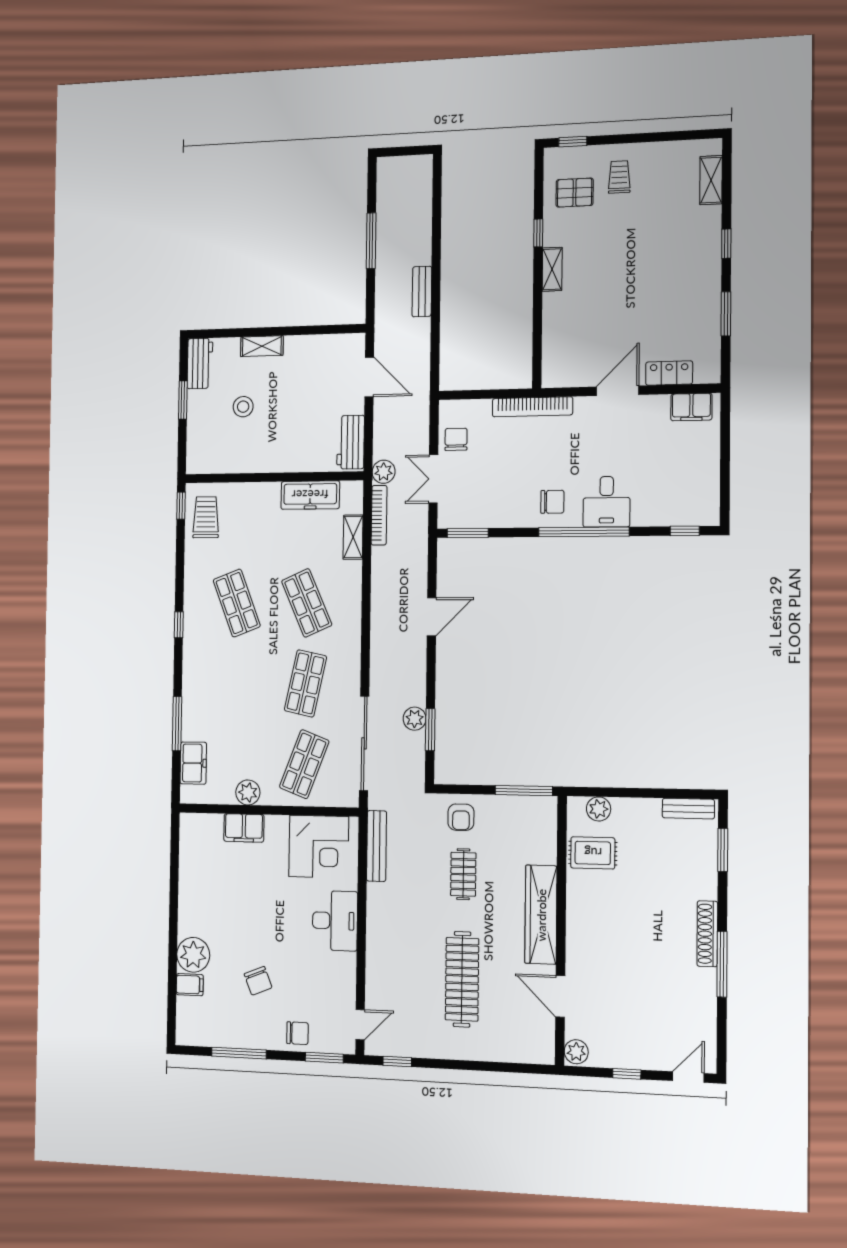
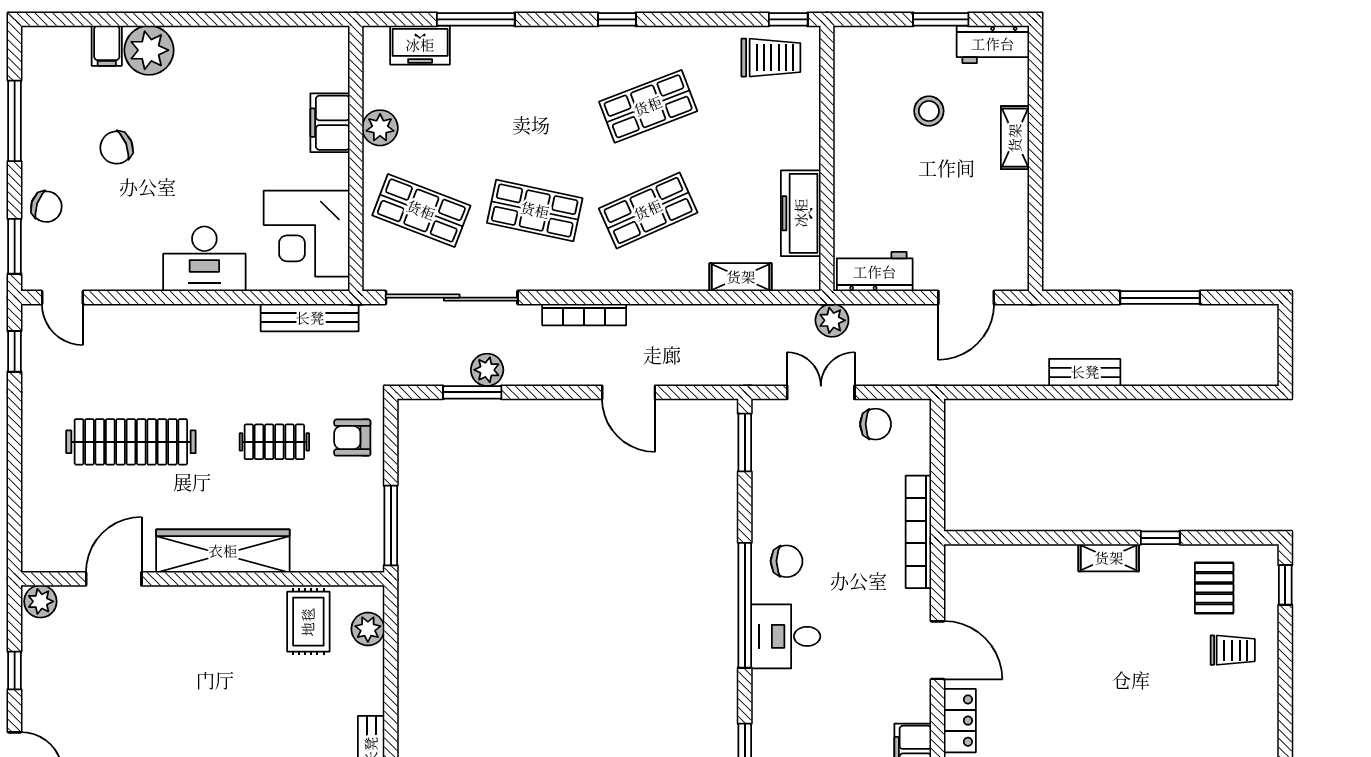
chair: (552, 502) -> (787, 561), turned -90
bookcase: (379, 515) -> (584, 315), moved
chair: (297, 1033) -> (46, 207), turned -71

